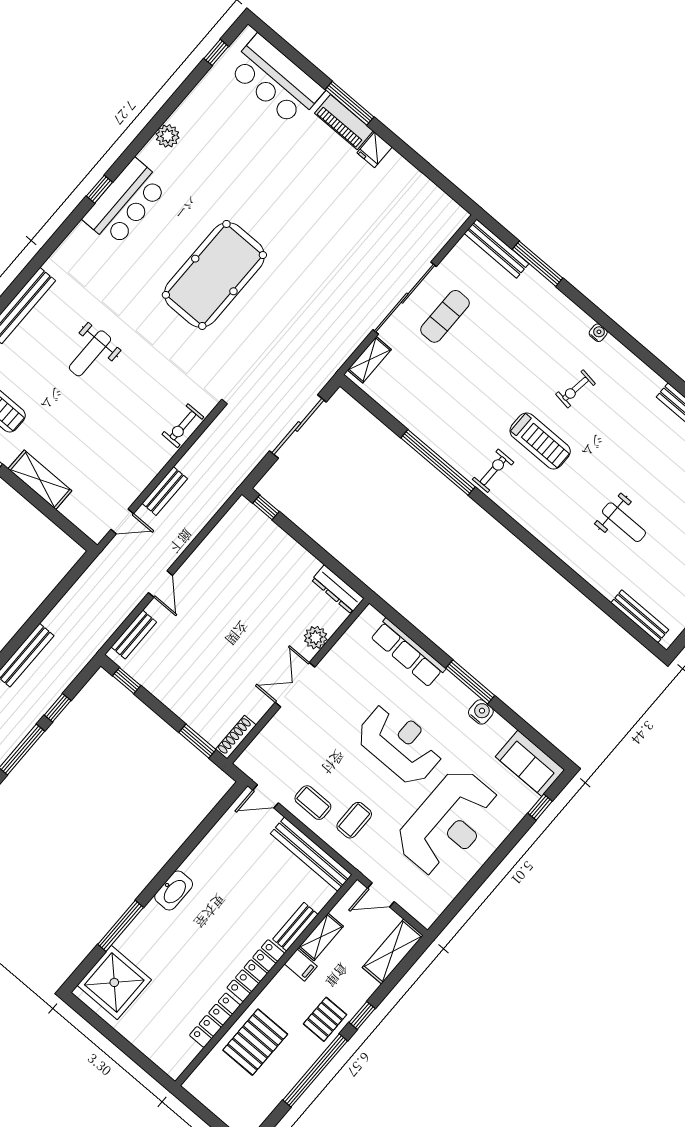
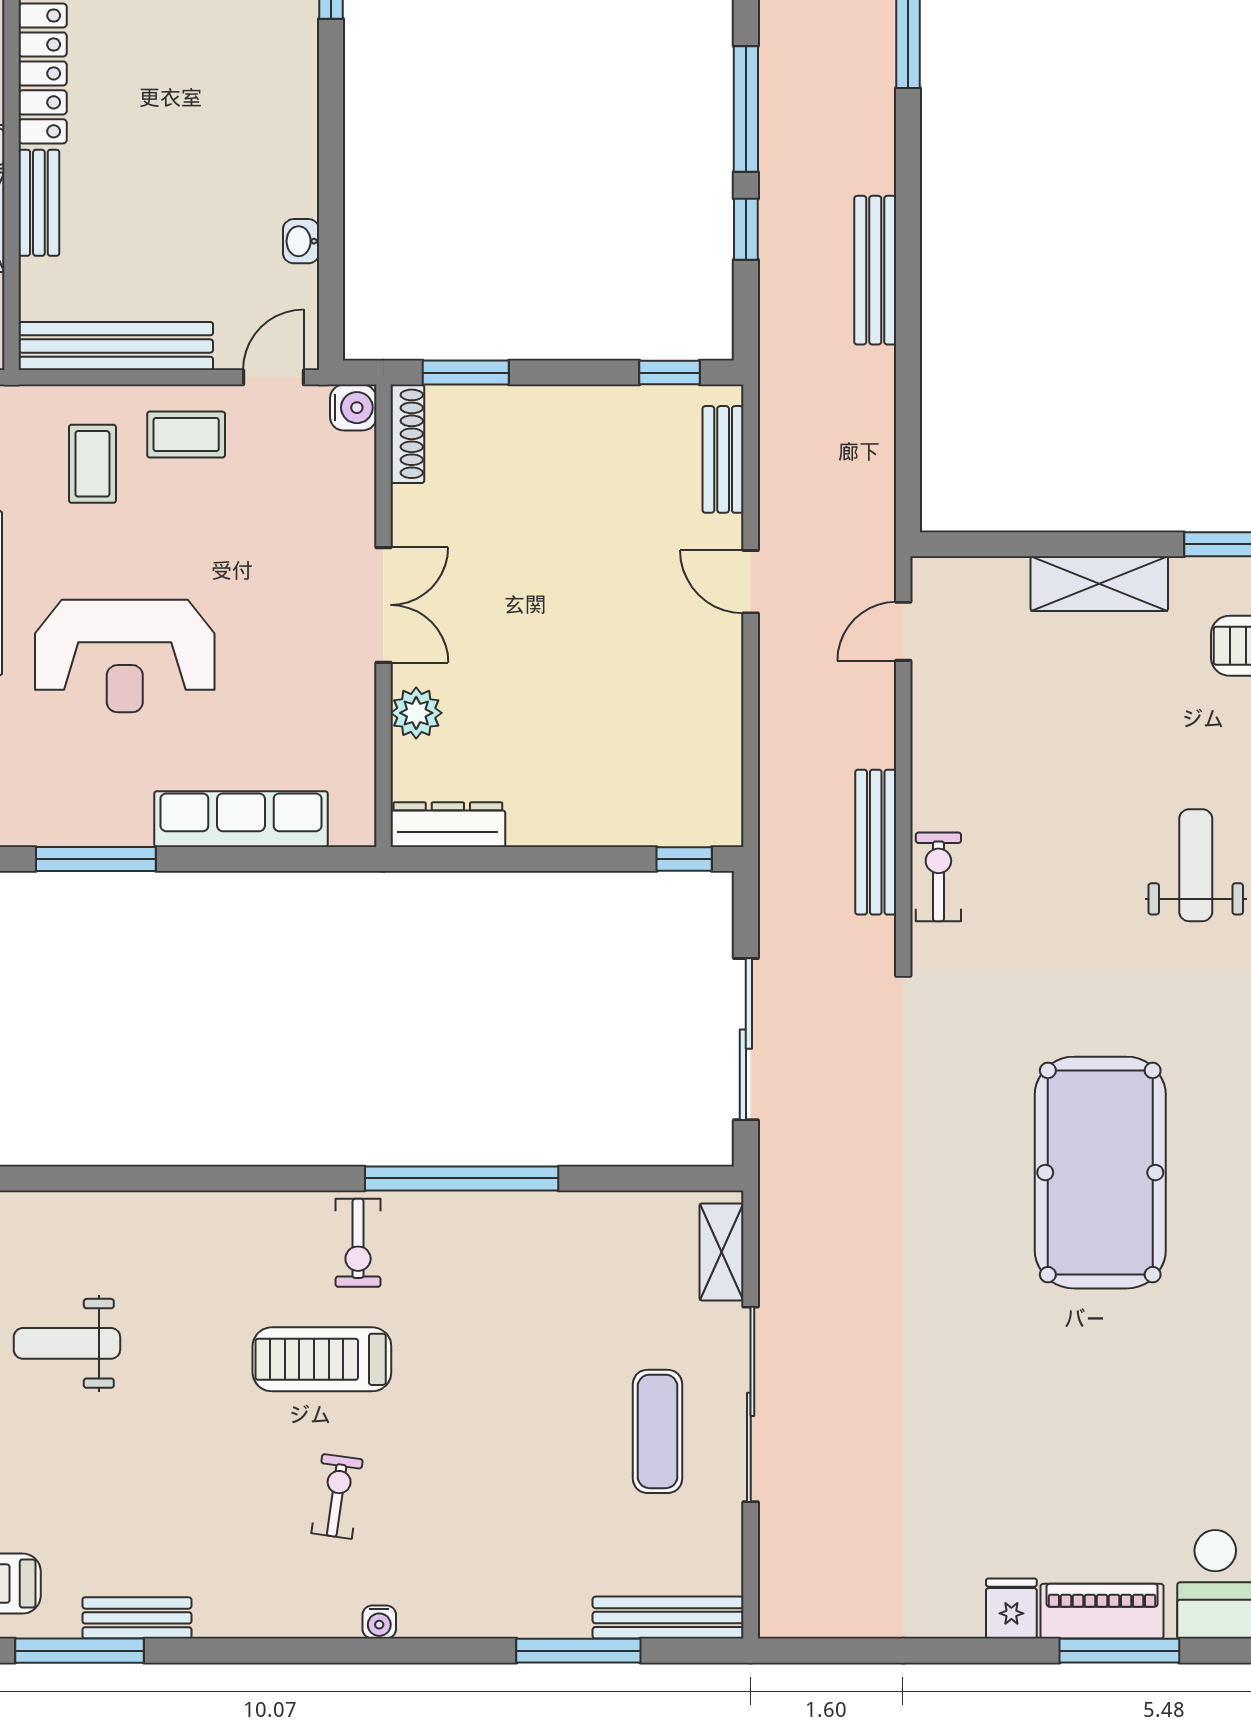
bench: (165, 491) -> (876, 842), moved, width x1.36
water cooler: (481, 712) -> (353, 408), moved, turned -90
washbasin: (174, 891) -> (301, 241), moved, width x0.52, depth x0.69

